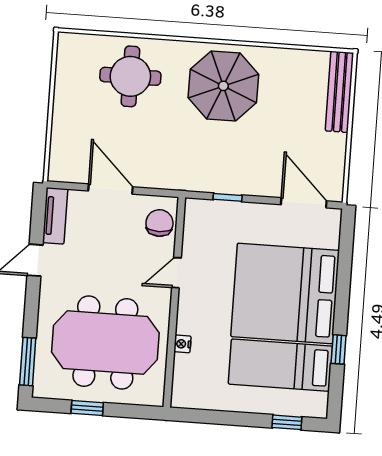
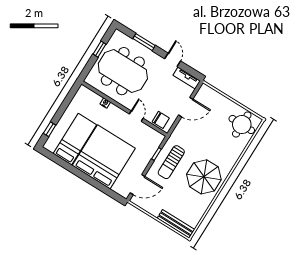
round table: (130, 76) -> (242, 125), moved
sun lounger: (228, 161) -> (171, 162), added
meeting table: (105, 342) -> (123, 71), turned 90
window: (339, 349) -> (69, 167), removed
window: (28, 362) -> (144, 42), moved

